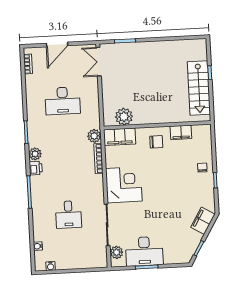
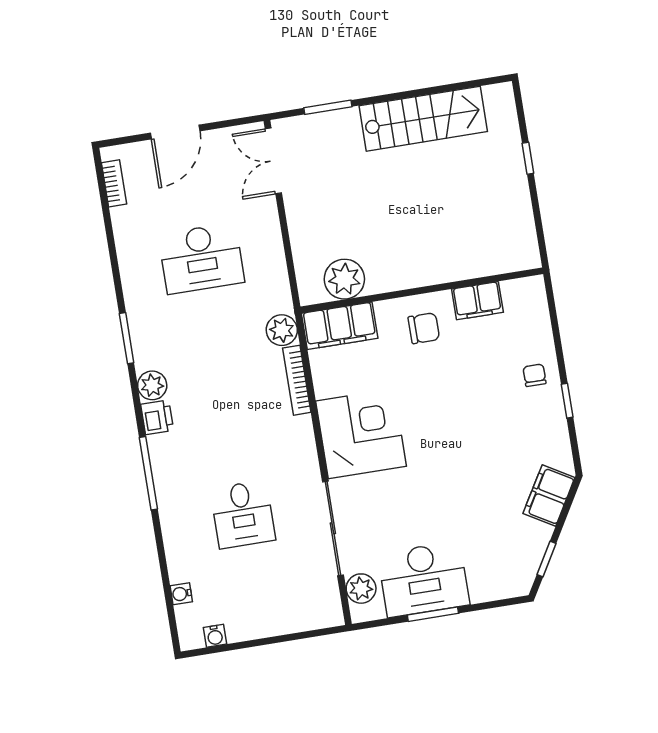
stairs: (199, 88) -> (423, 119), moved, turned -90

